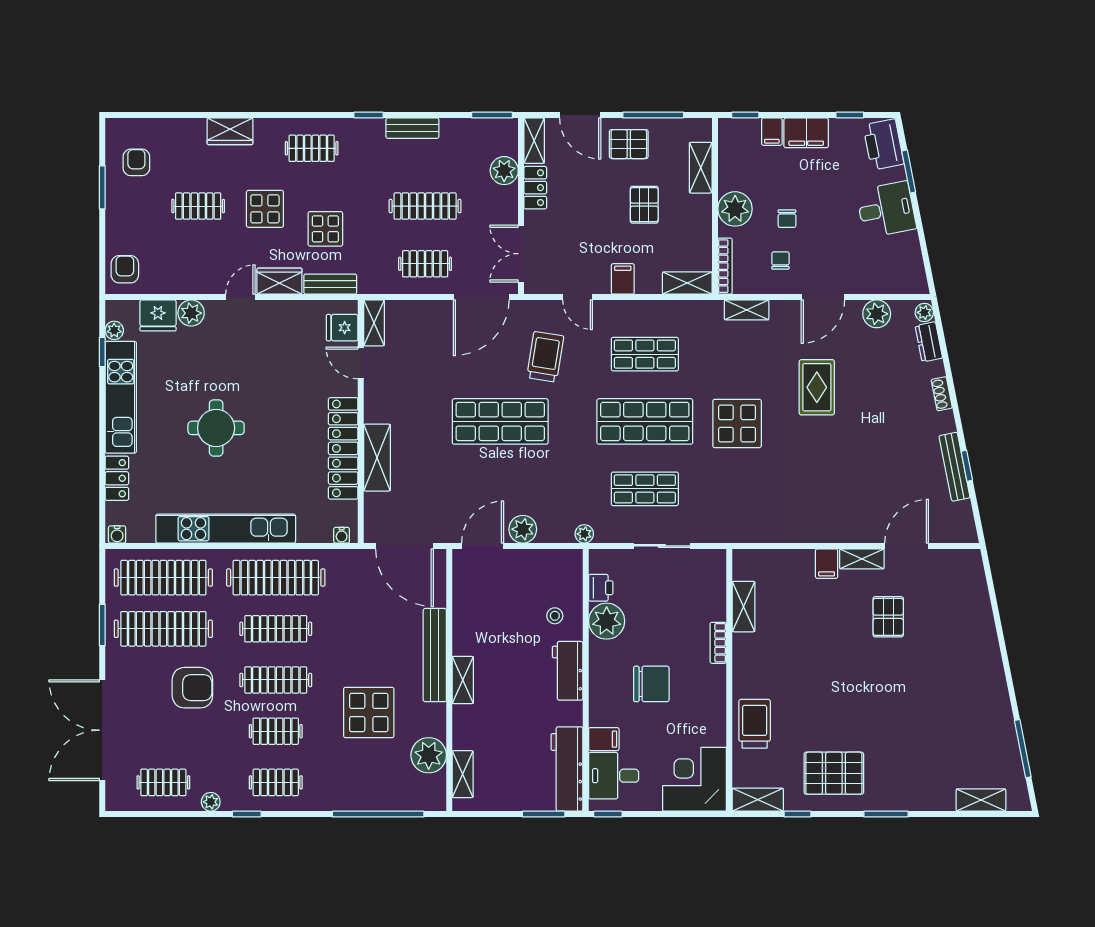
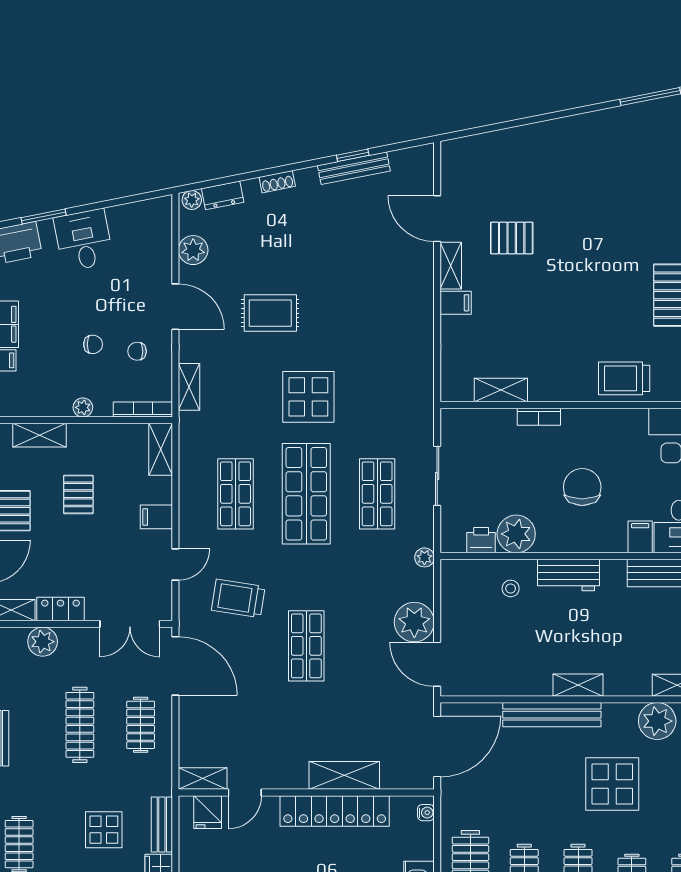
pallet: (644, 205) -> (78, 494), turned 90
plant: (735, 209) -> (83, 407), width x0.53, depth x0.53
shop shelf: (500, 421) -> (306, 646), width x0.70, depth x0.74
plant: (523, 529) -> (414, 622), width x1.36, depth x1.36

